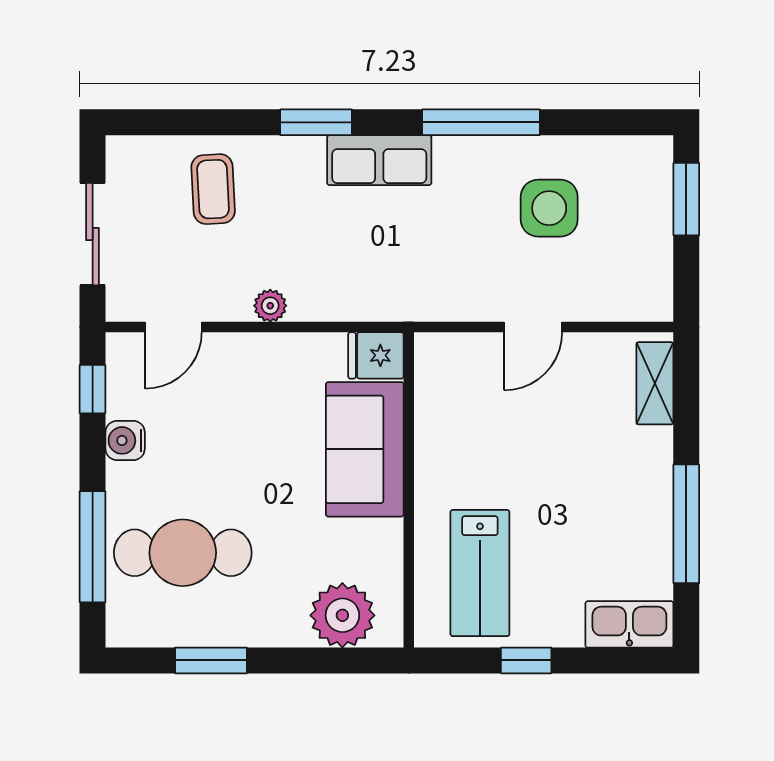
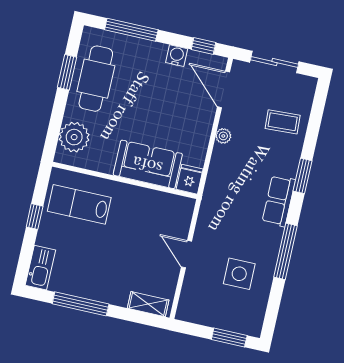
door: (173, 327) -> (224, 89), width x1.38
cafe table: (183, 553) -> (96, 79), moved

